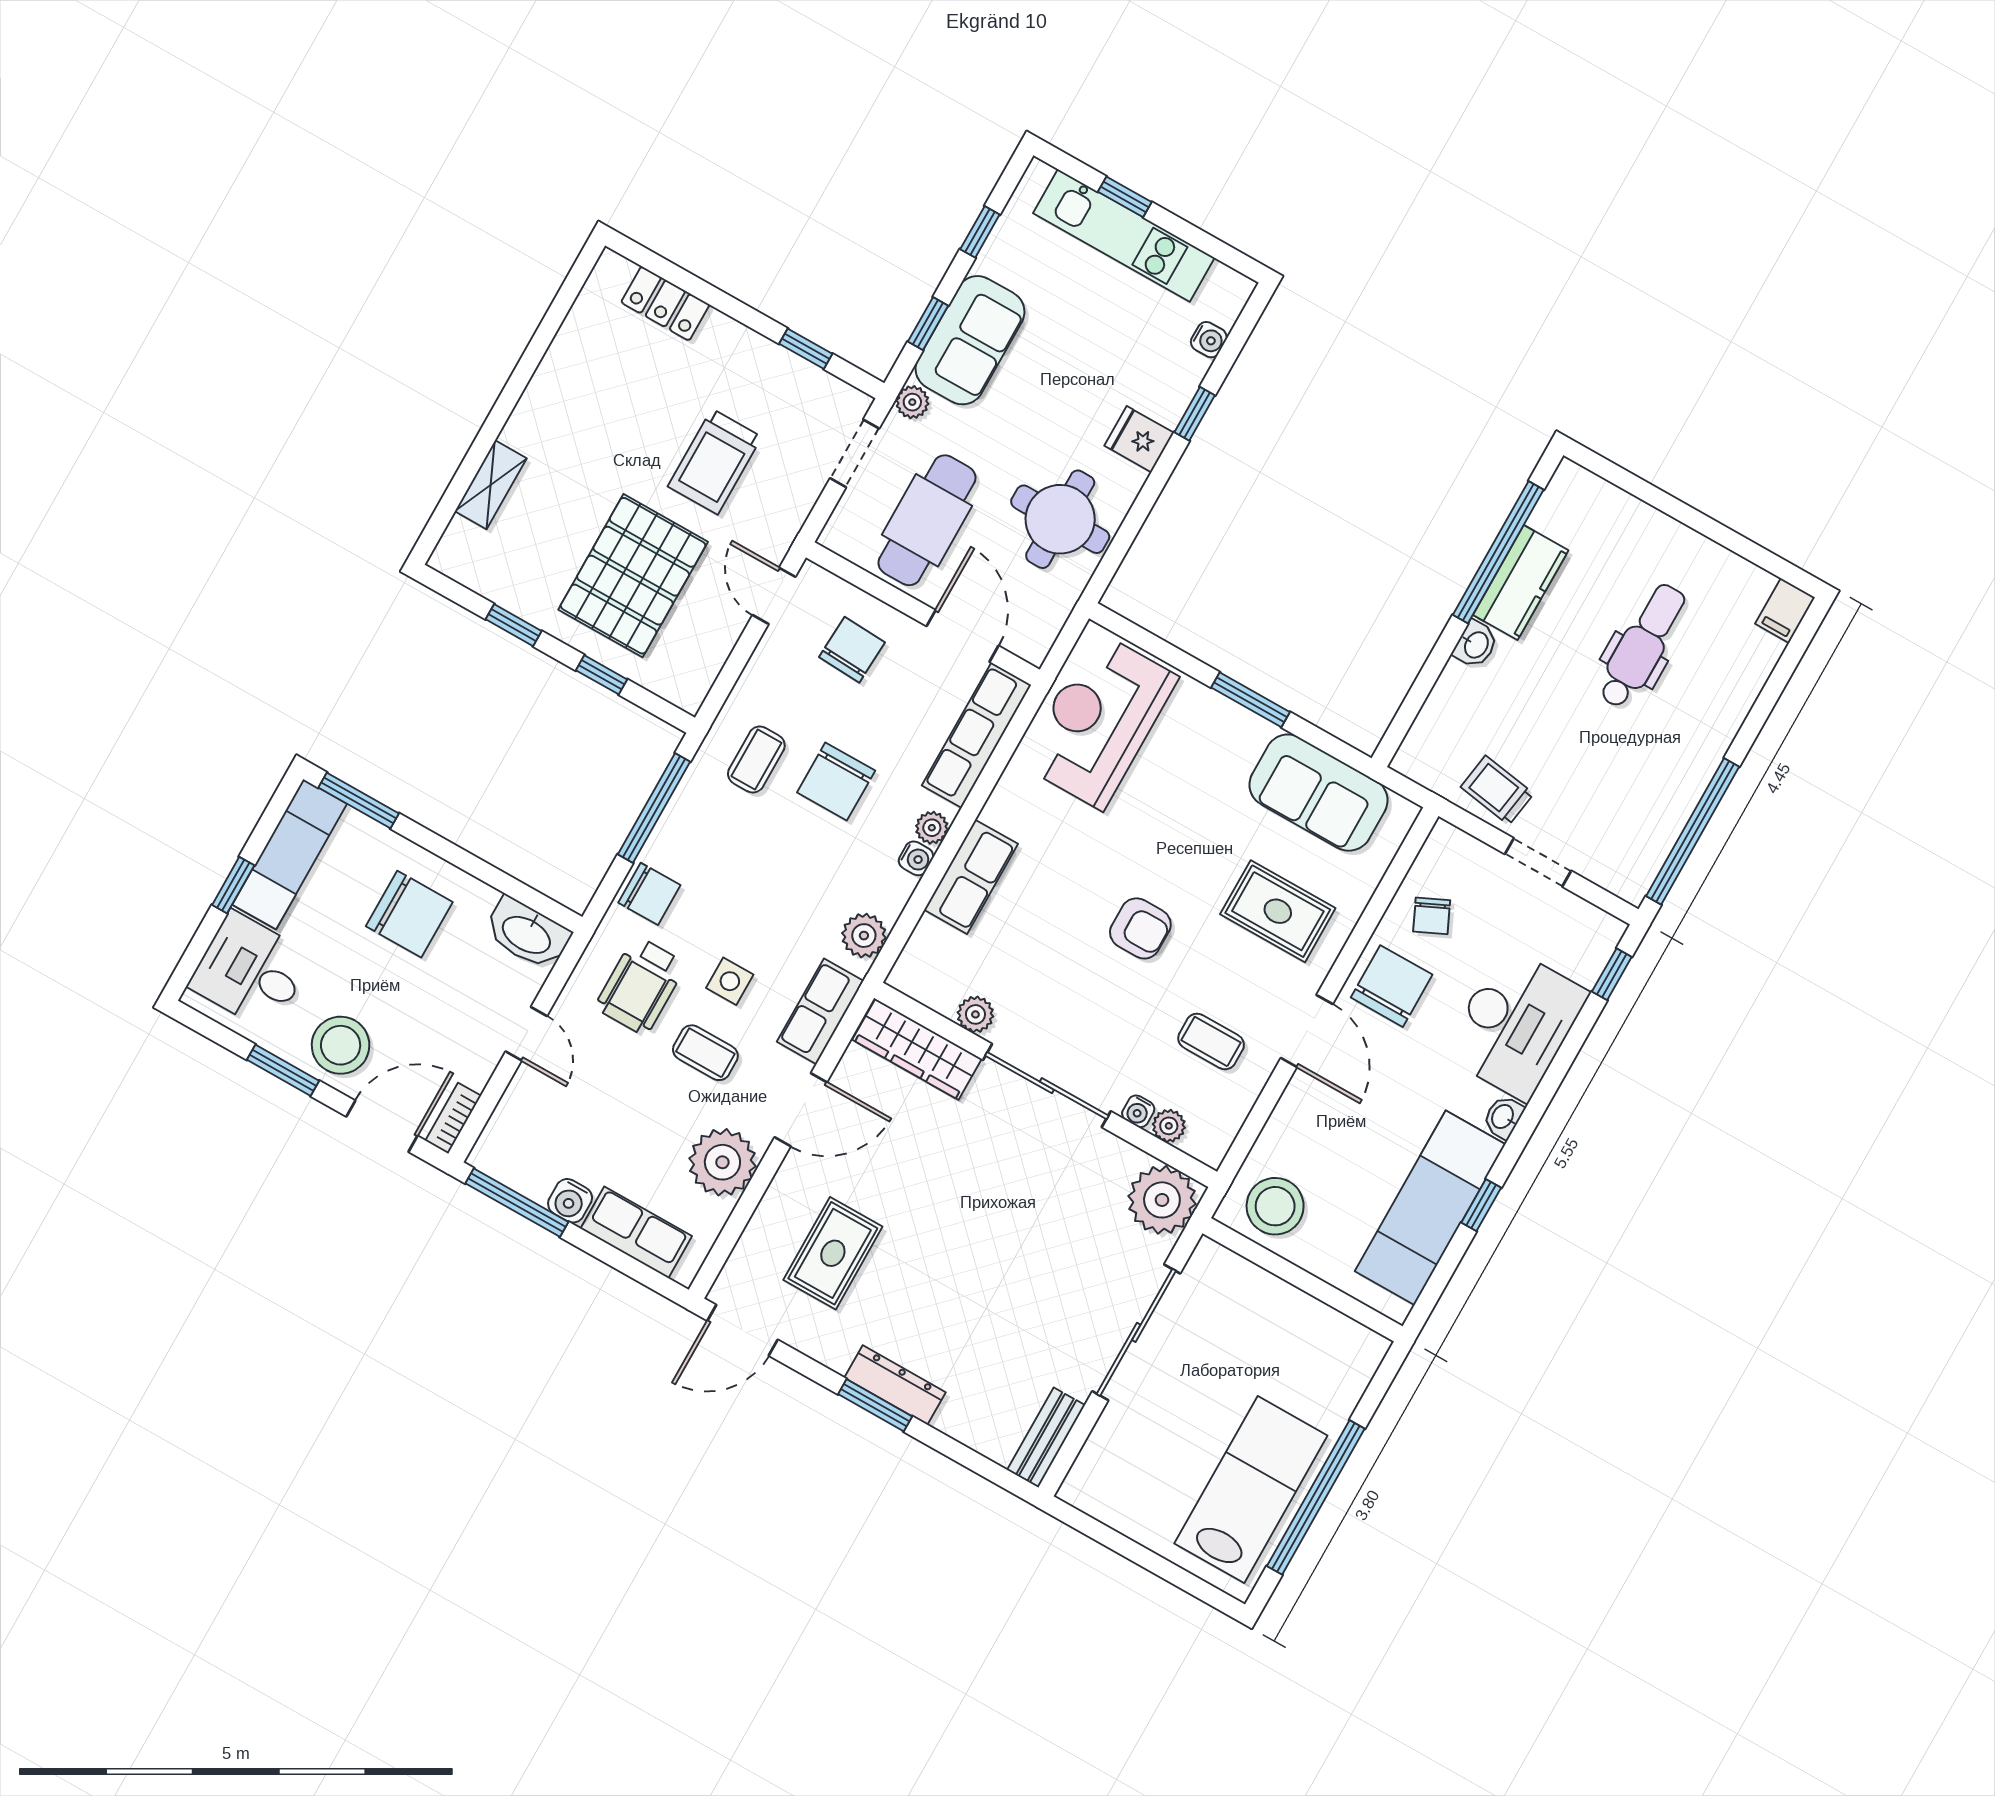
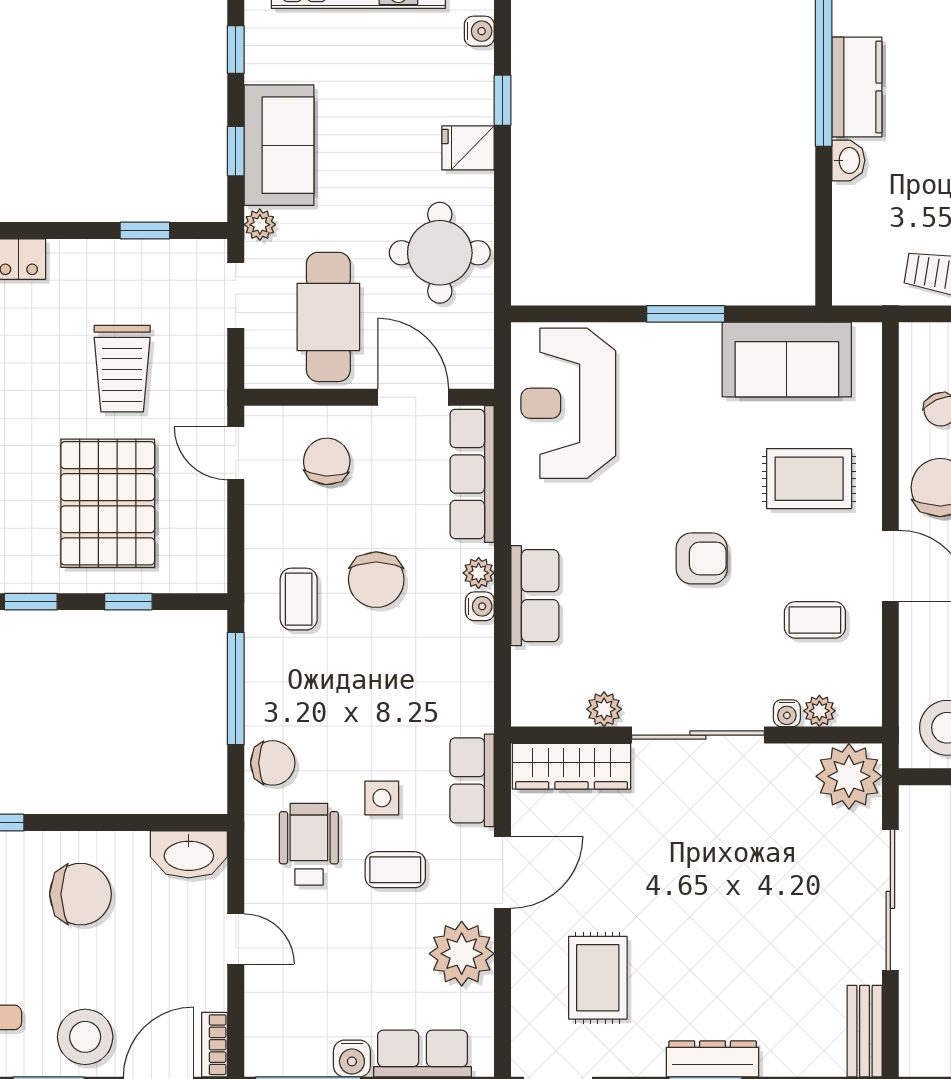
plant: (864, 936) -> (473, 696), removed
wheelchair: (641, 986) -> (309, 844), turned 180

